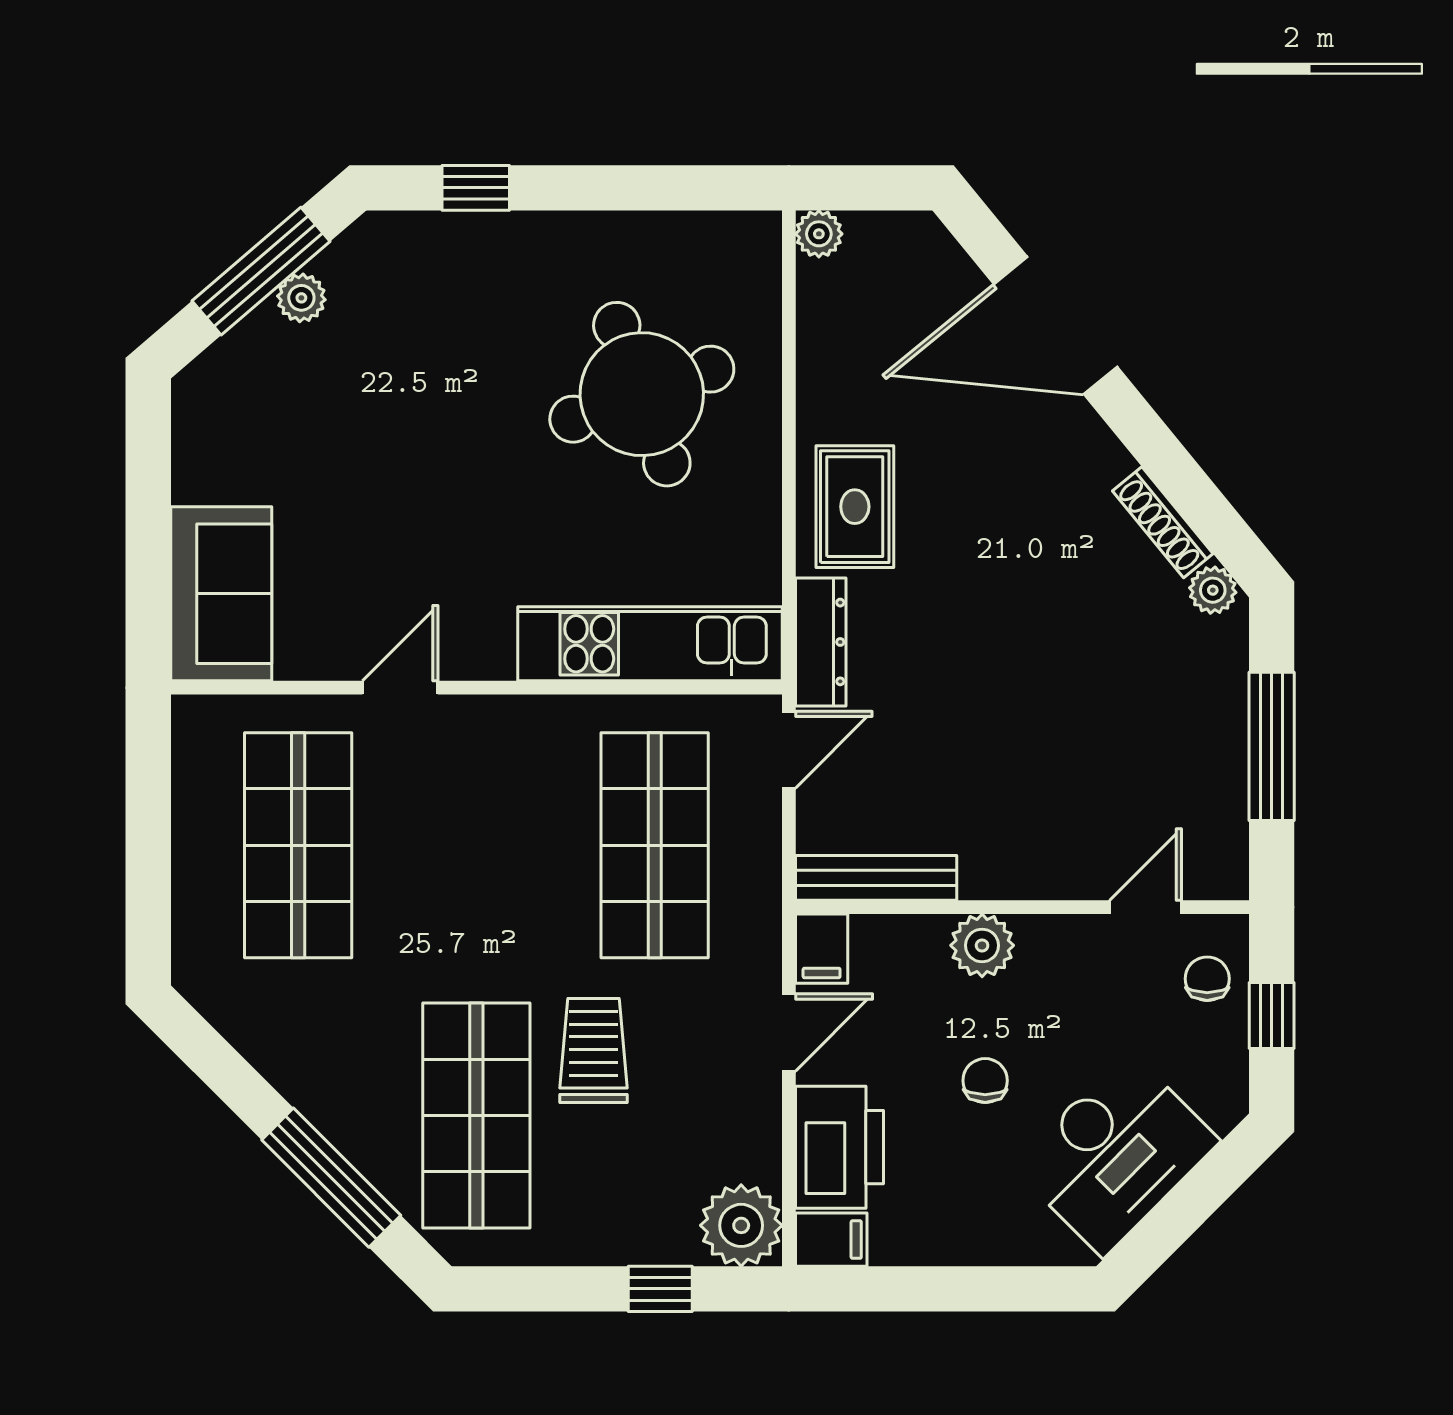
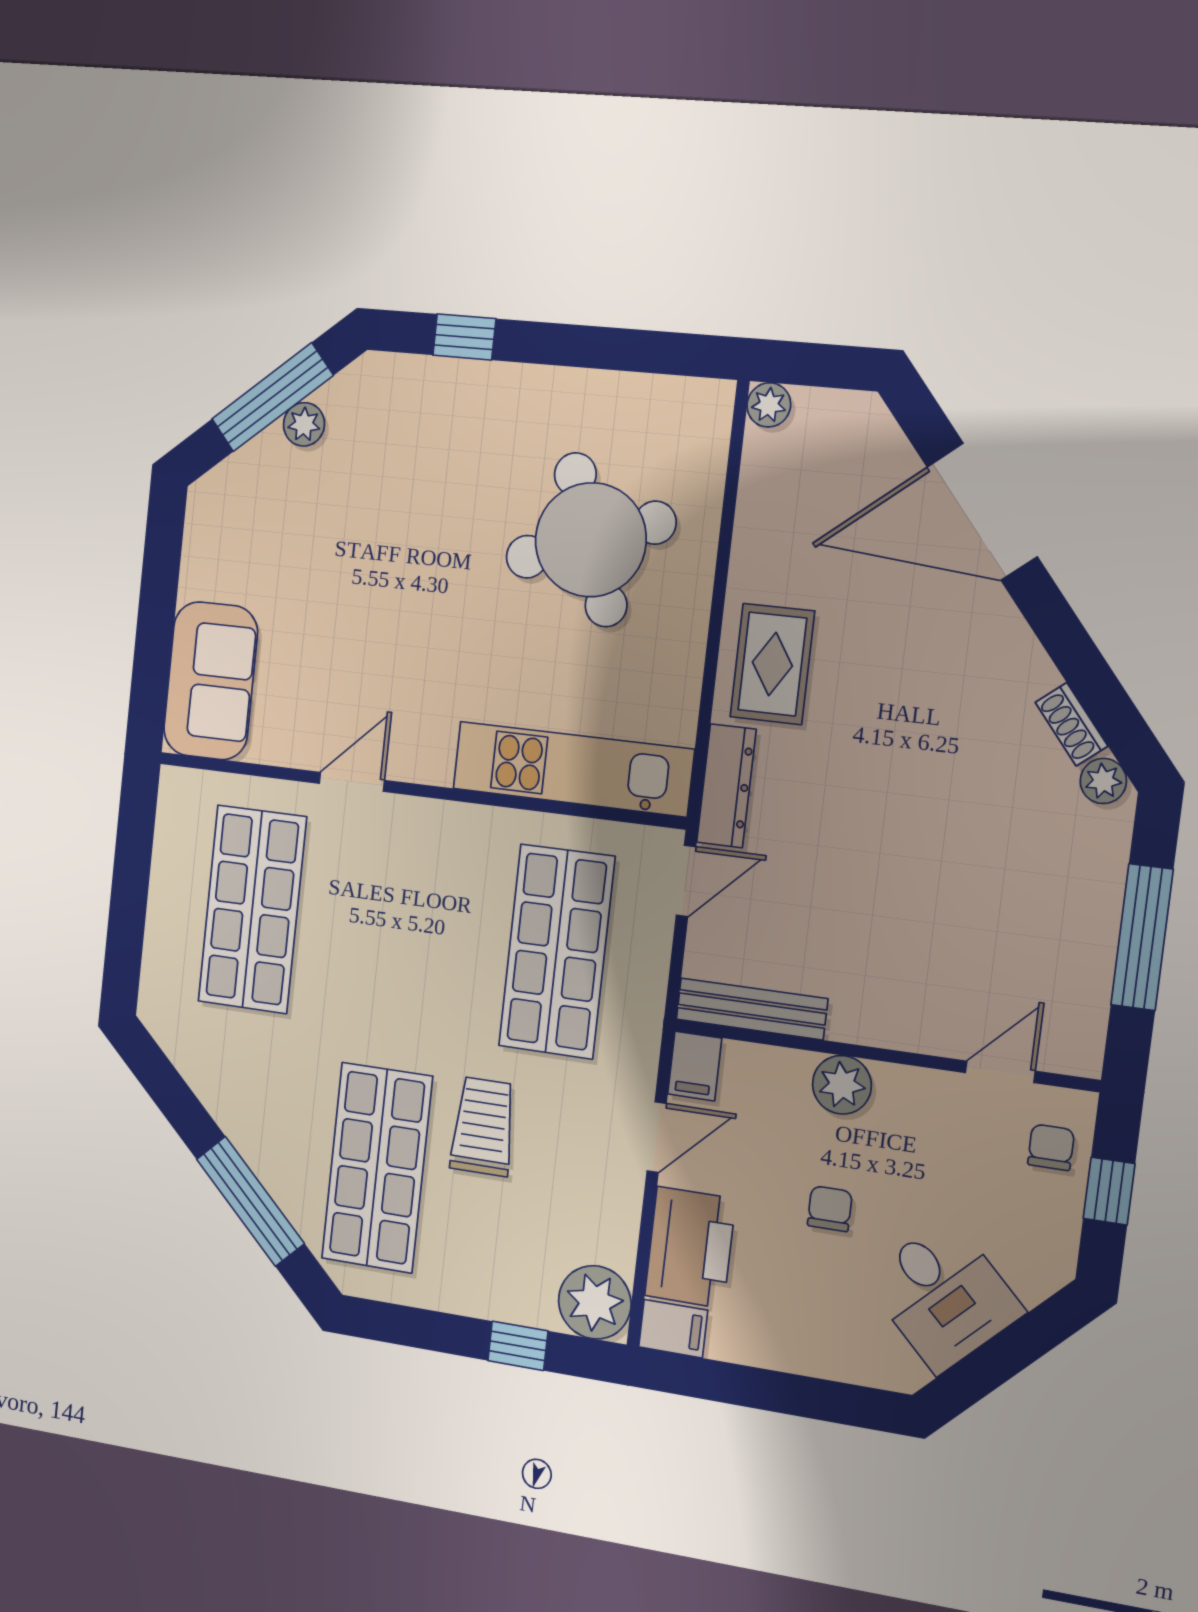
shoe rack: (1163, 522) -> (1072, 724), width x0.70
desk: (1116, 1154) -> (944, 1295), width x0.73

